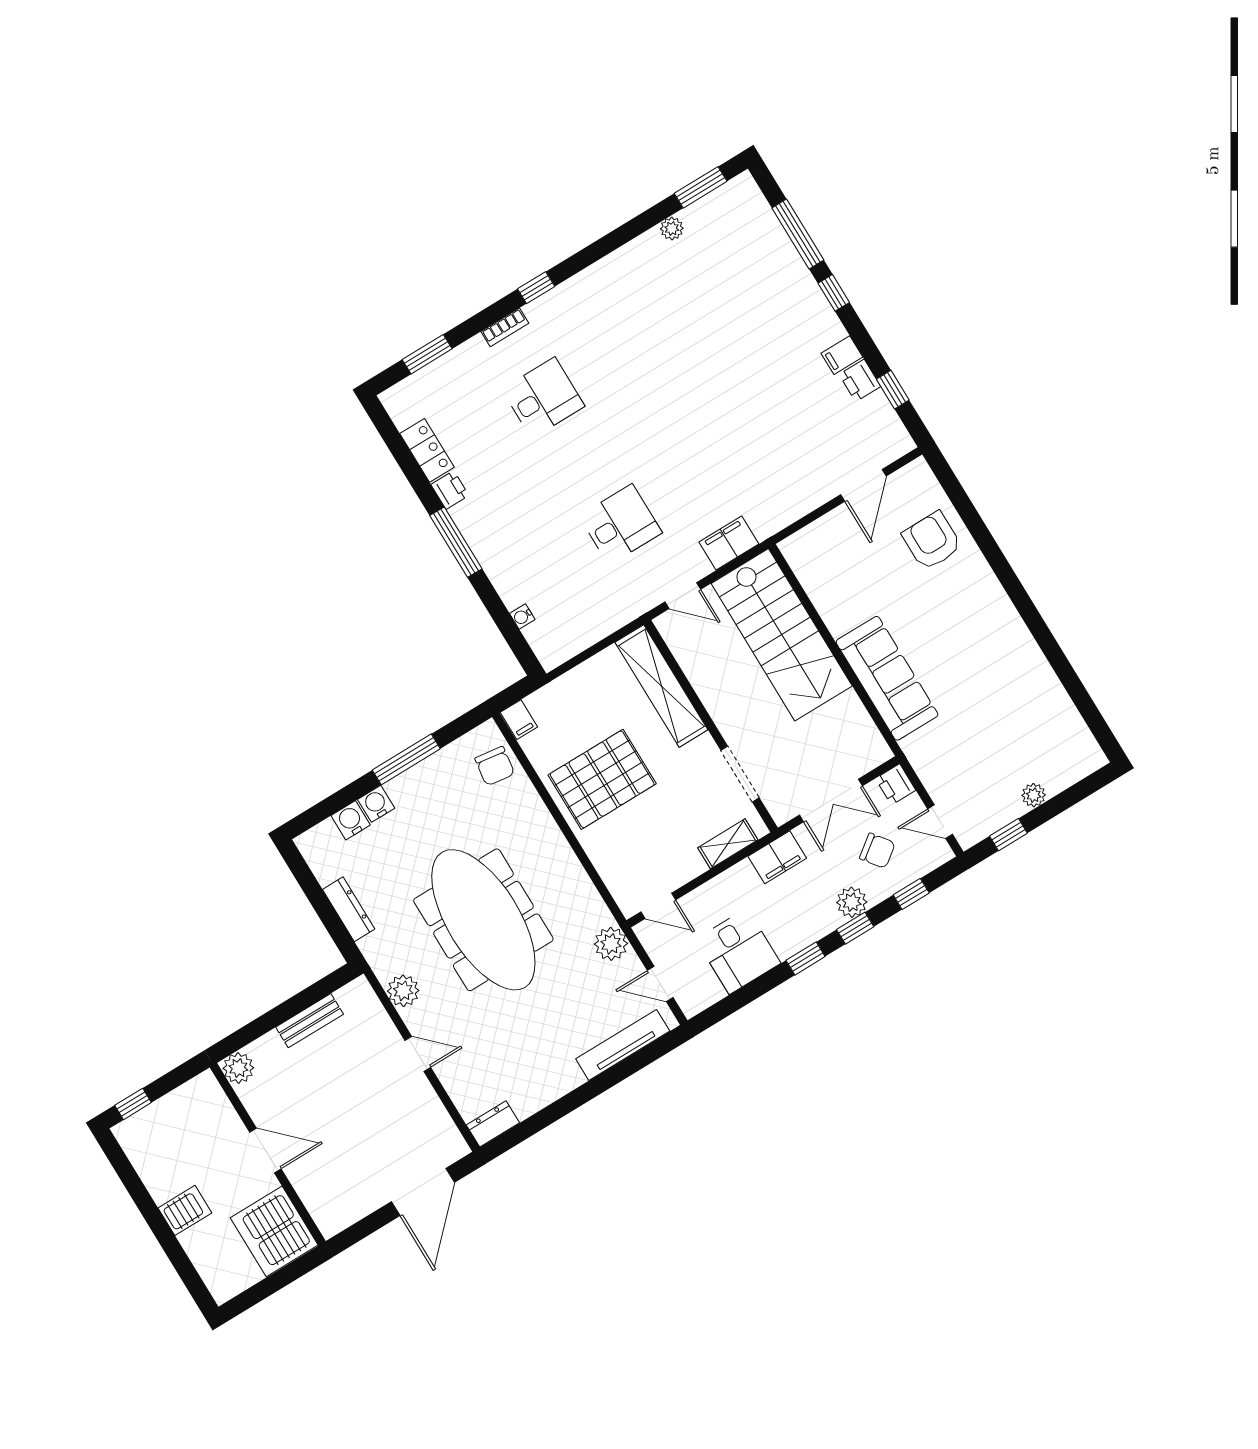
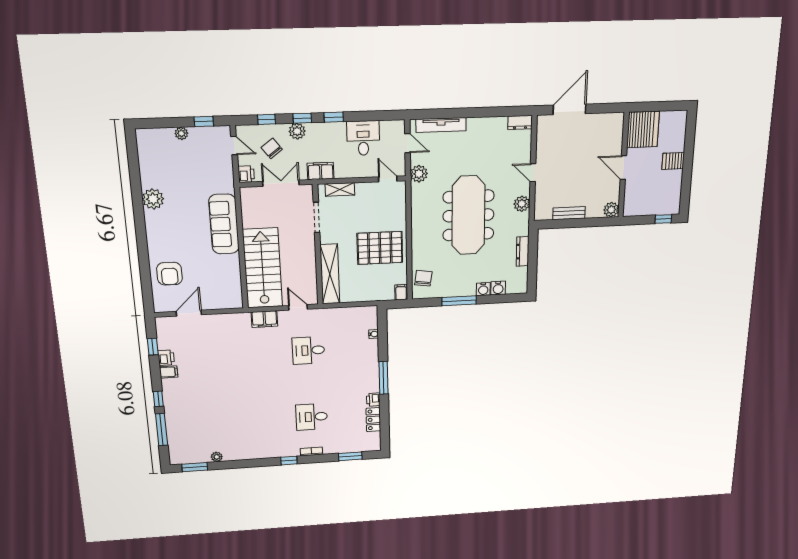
plant: (1024, 659) -> (153, 199), added

